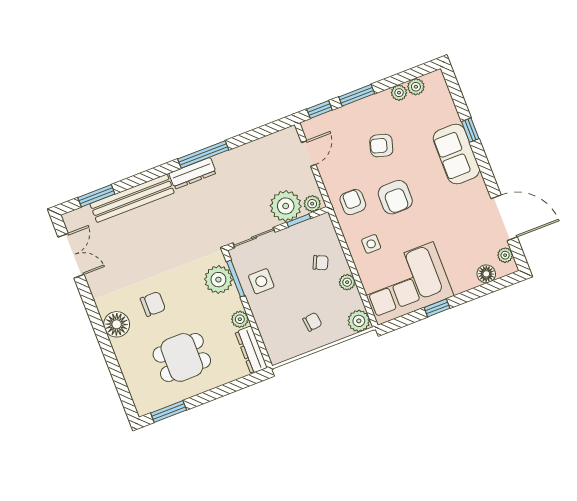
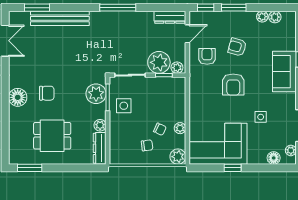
dresser: (193, 173) -> (170, 17), moved
armchair: (353, 202) -> (207, 56), moved
side table: (371, 244) -> (261, 117), moved
chair: (321, 263) -> (160, 129), moved

